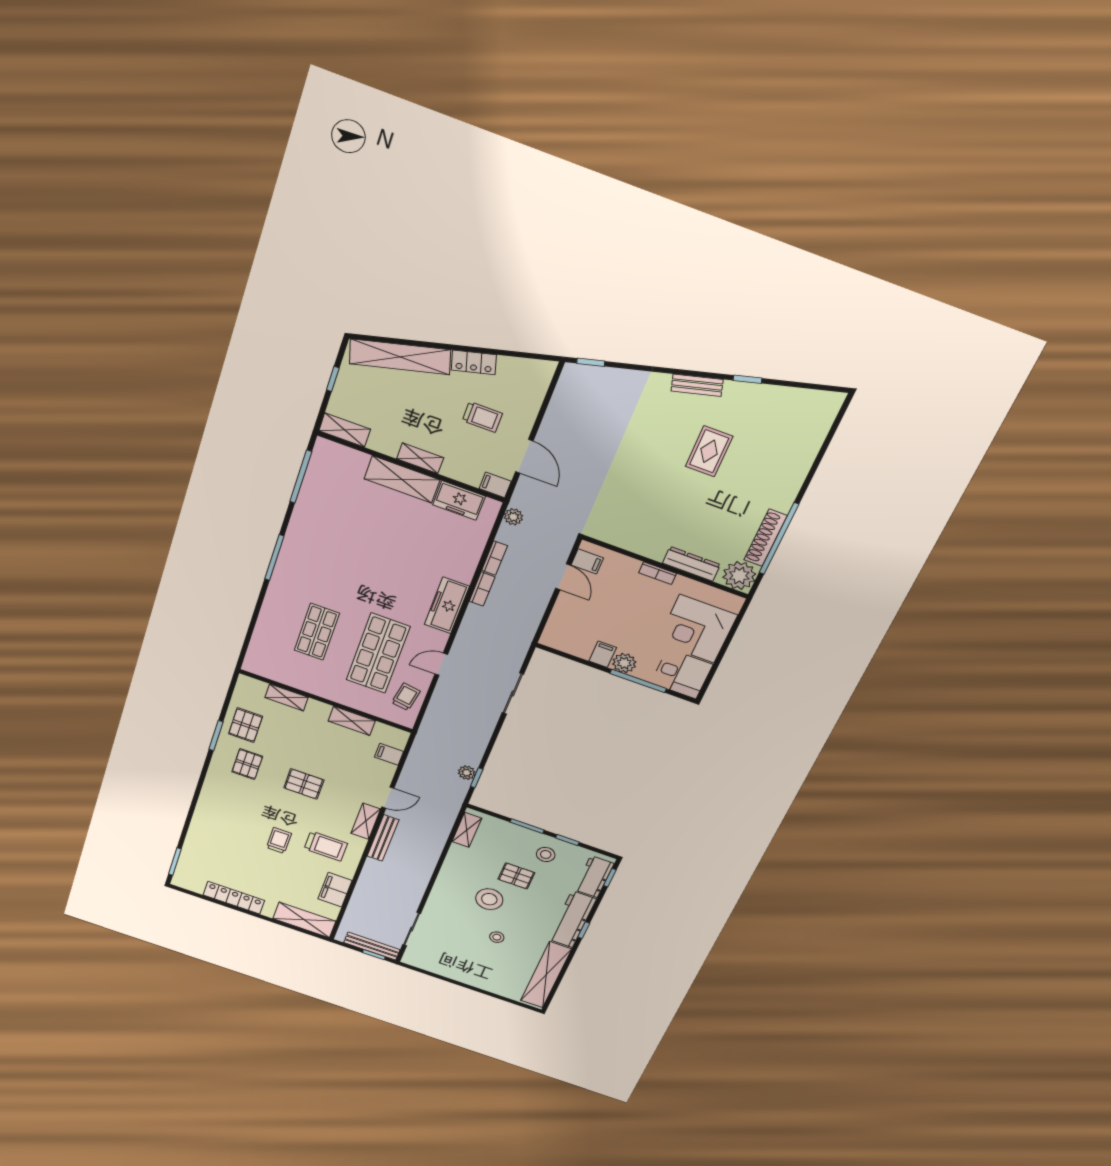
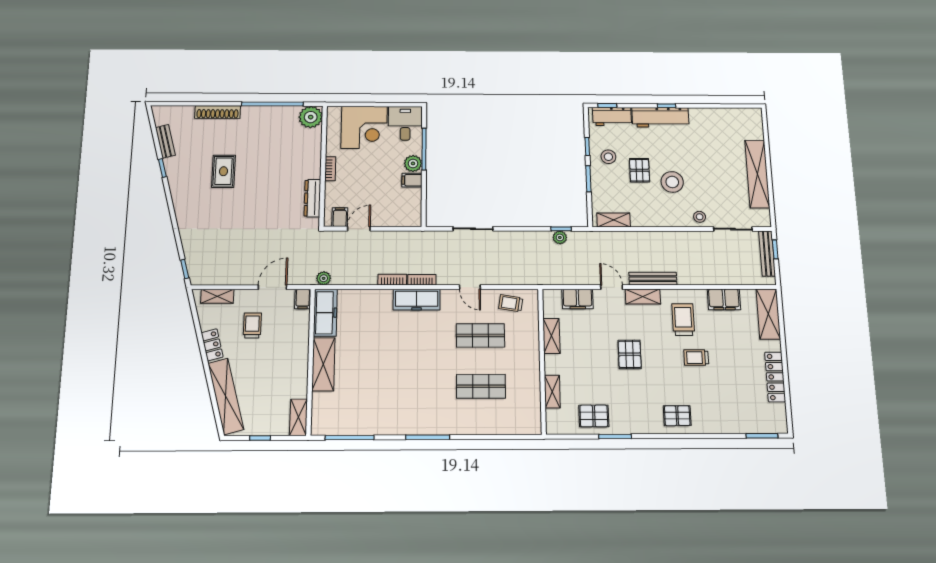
bench: (697, 385) -> (165, 141), moved
rug: (709, 451) -> (223, 171), turned 90
shelving: (420, 458) -> (217, 296), moved, turned 90
freezer: (459, 501) -> (325, 313), width x1.40
shoe rack: (765, 538) -> (218, 112), moved
bookcase: (495, 558) -> (422, 280), moved
dresser: (691, 564) -> (312, 198), moved
shop shelf: (378, 653) -> (480, 335), width x0.70, depth x0.74
filing cabinet: (389, 754) -> (577, 299), width x2.00
pallet: (247, 764) -> (677, 416), moved
stool: (497, 937) -> (700, 217), moved
shelving: (546, 975) -> (757, 174), moved, turned 90

